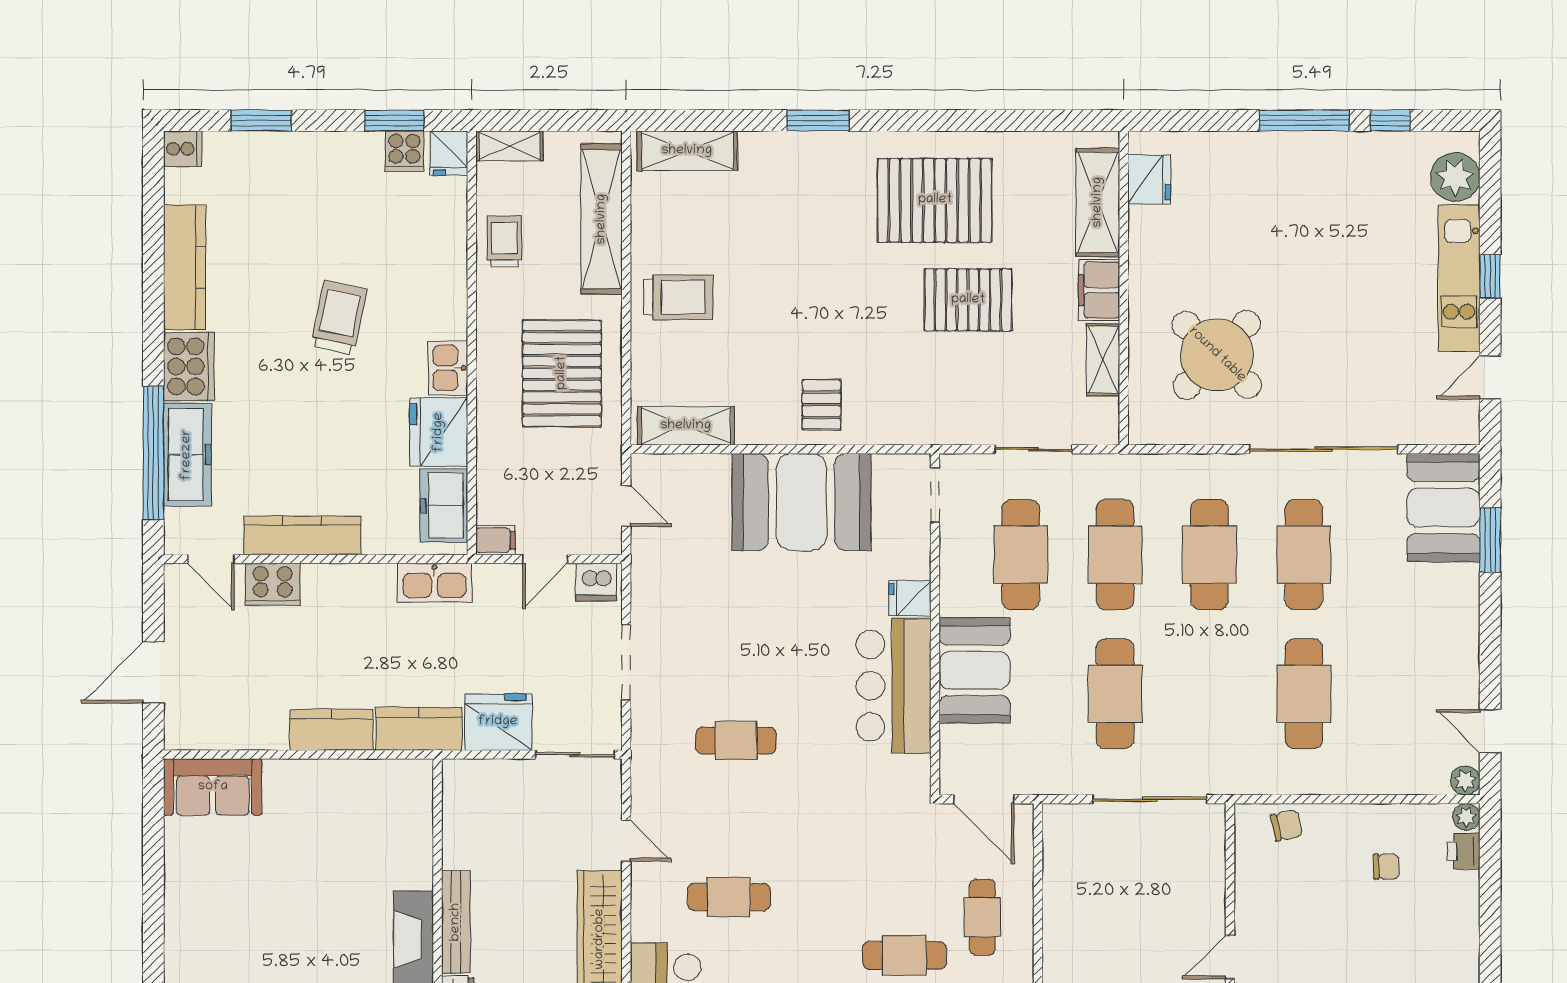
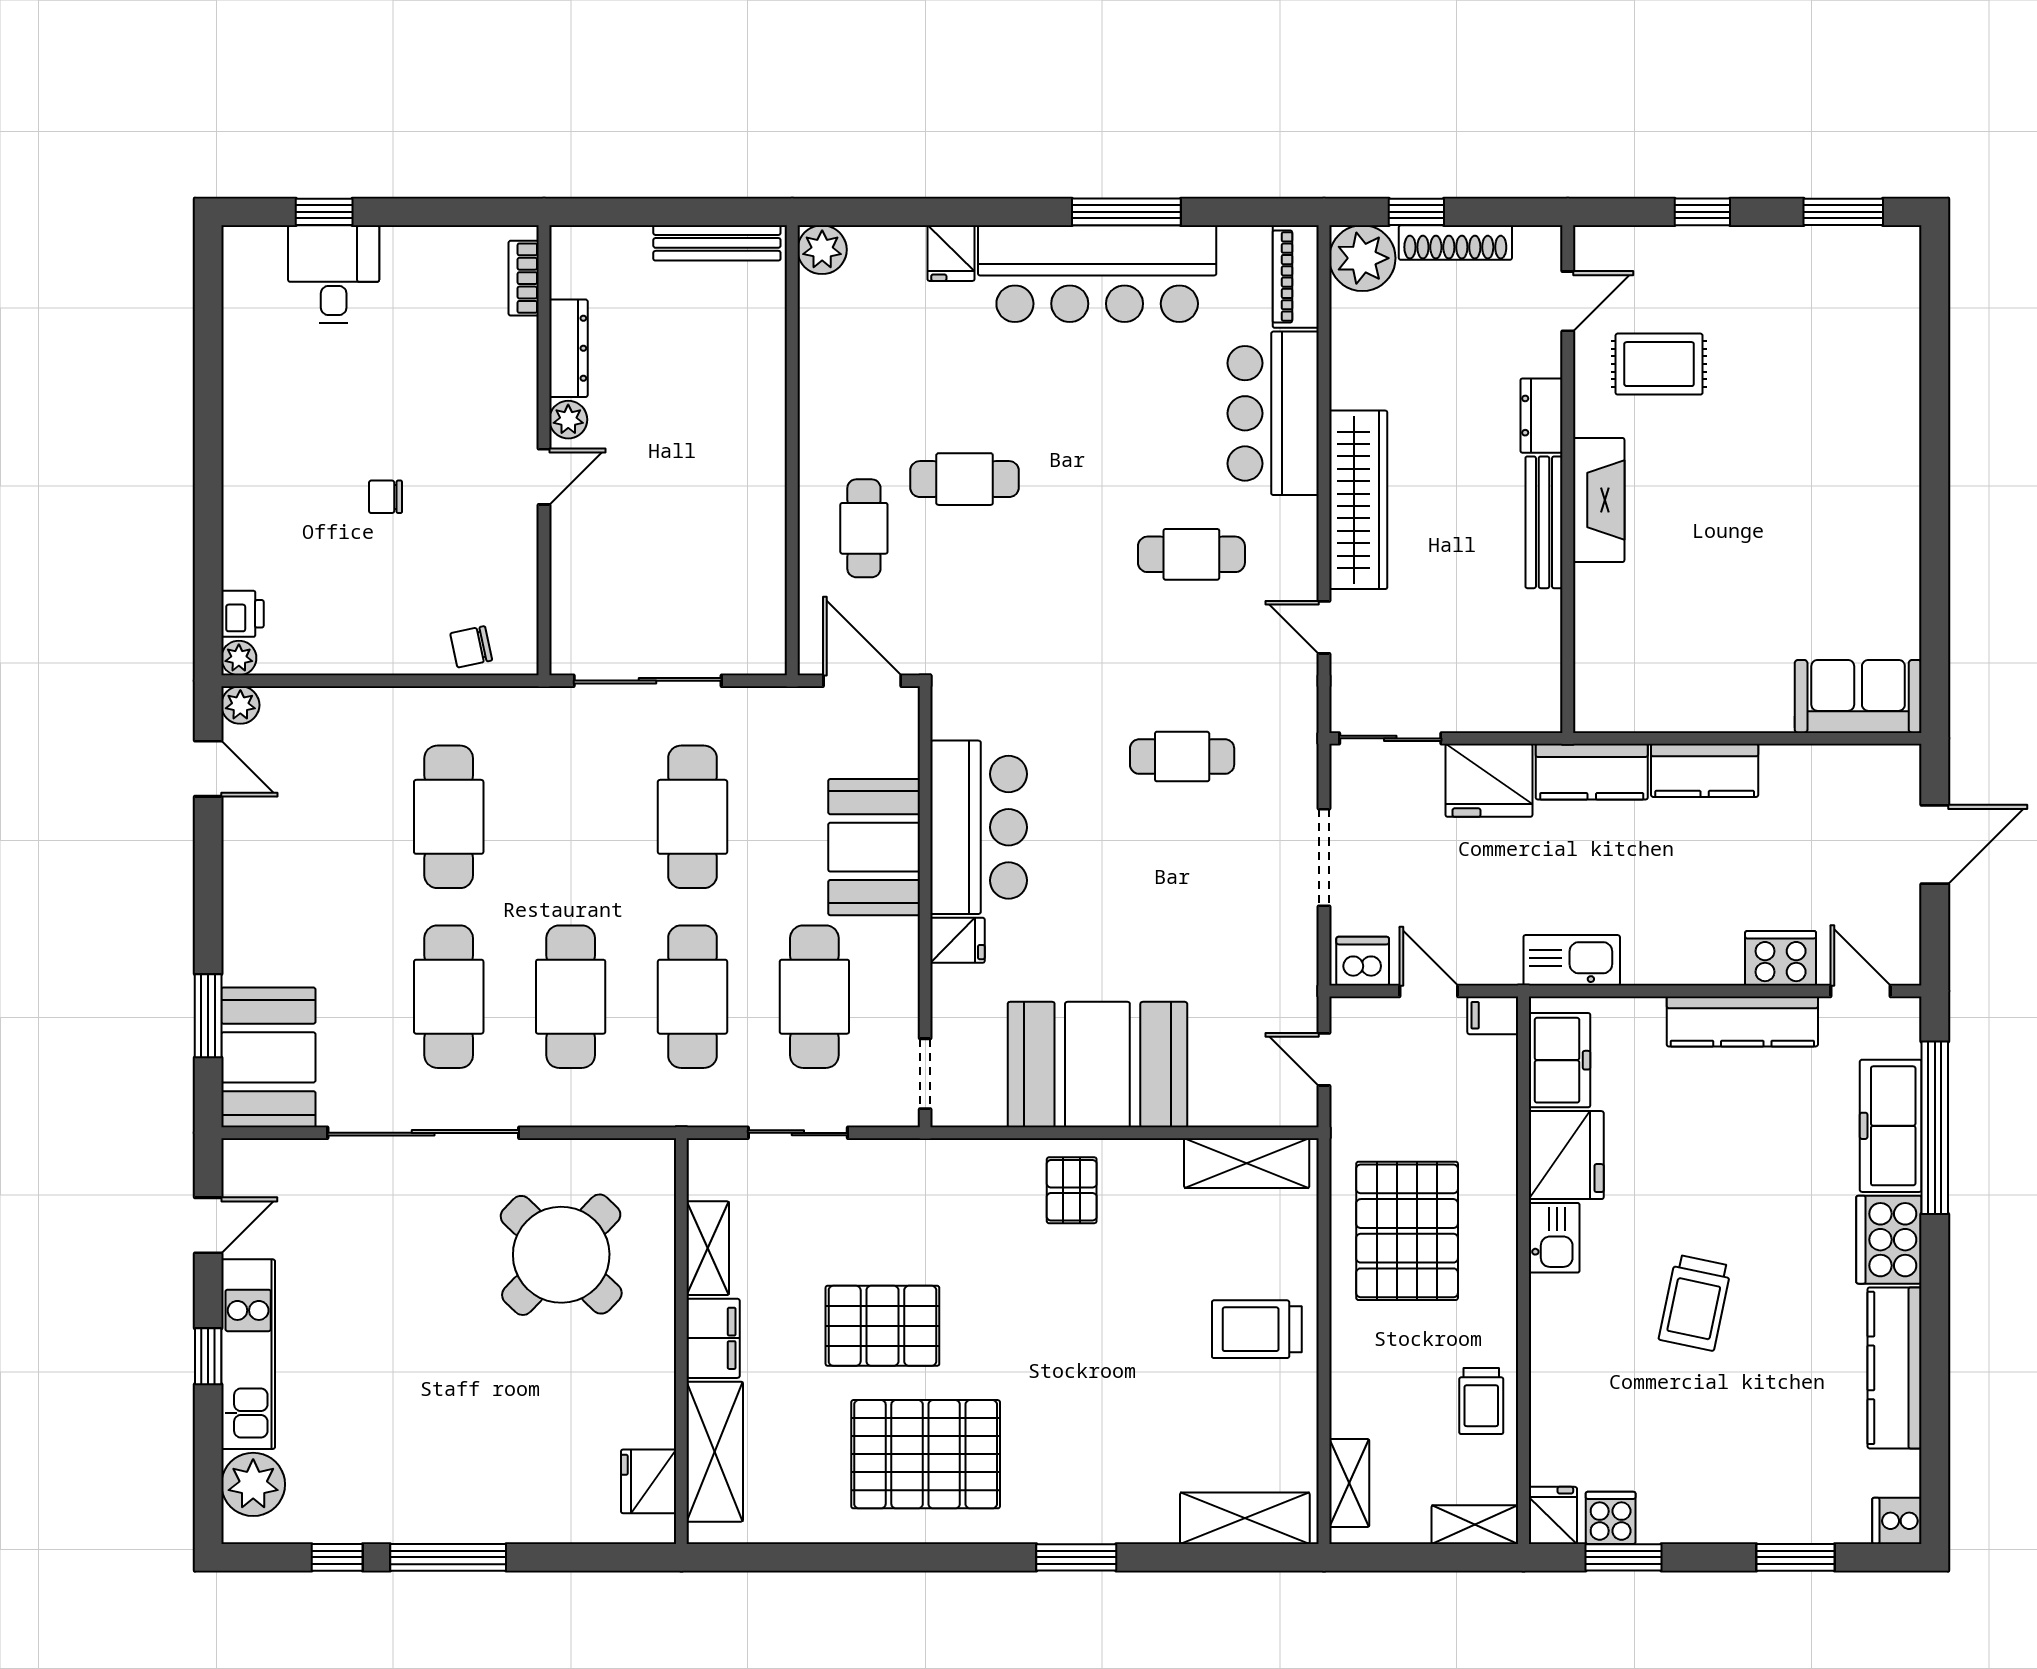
shelving: (602, 219) -> (1349, 1483), width x0.45, depth x0.75
door: (545, 559) -> (1429, 991), hinge flipped
chair: (1386, 867) -> (386, 497), moved

